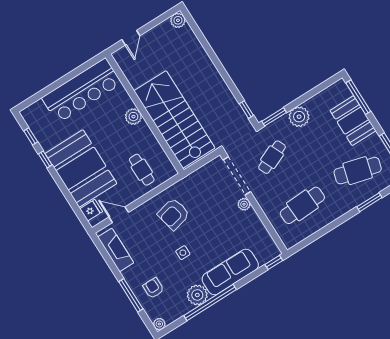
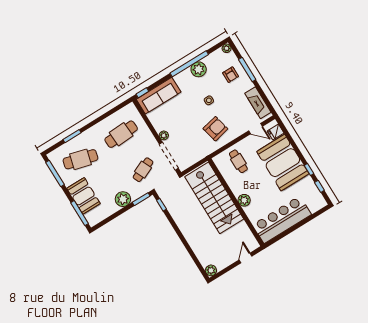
sofa: (230, 272) -> (159, 96), moved

